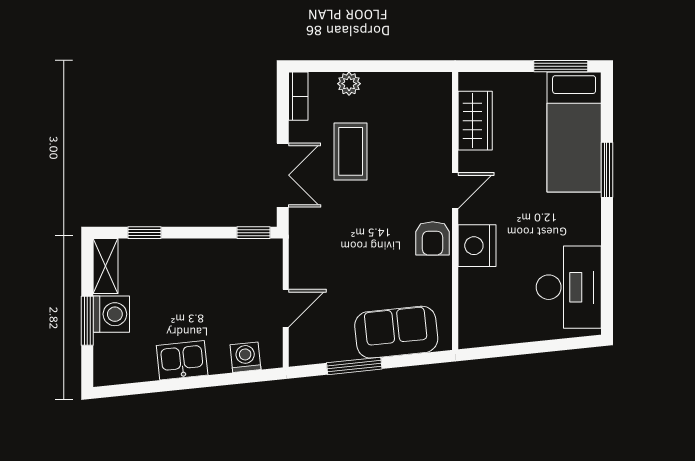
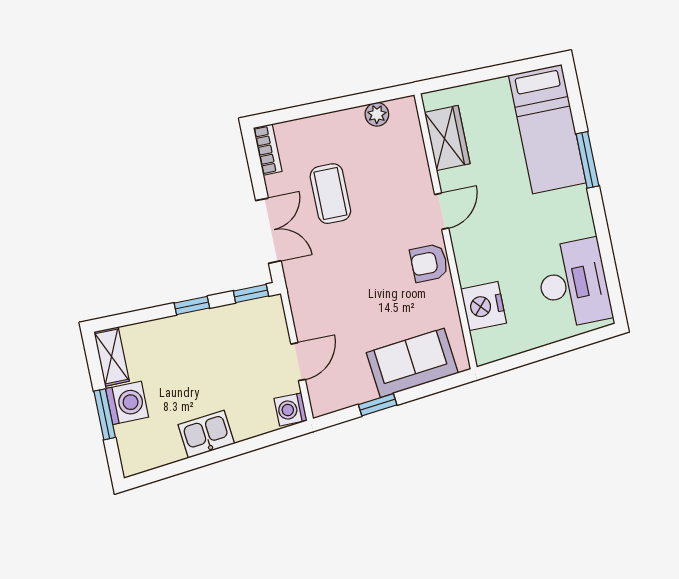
window: (561, 66) -> (521, 67), removed
plant: (349, 84) -> (377, 114), moved
window: (145, 233) -> (192, 306), moved
armchair: (433, 238) -> (429, 263), turned 90
nightstand: (477, 246) -> (484, 306), moved
washing machine: (245, 357) -> (291, 409), moved, turned -84
window: (354, 366) -> (378, 405), width x0.67

